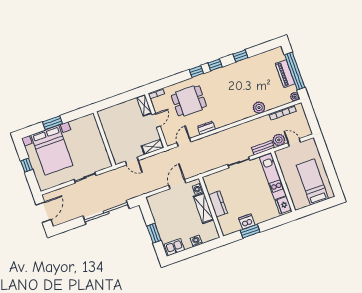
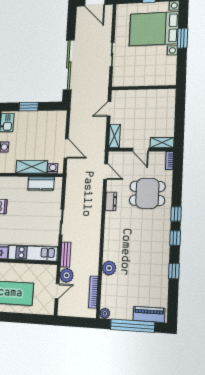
piano: (285, 74) -> (149, 314), moved
dining table: (189, 101) -> (147, 193), turned 90
kitchen counter: (218, 204) -> (41, 183), moved

